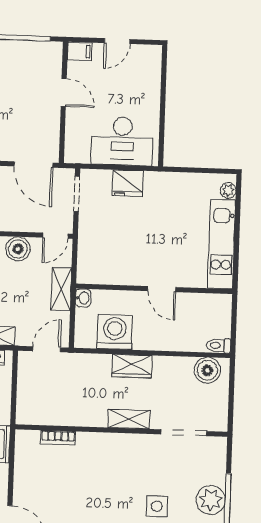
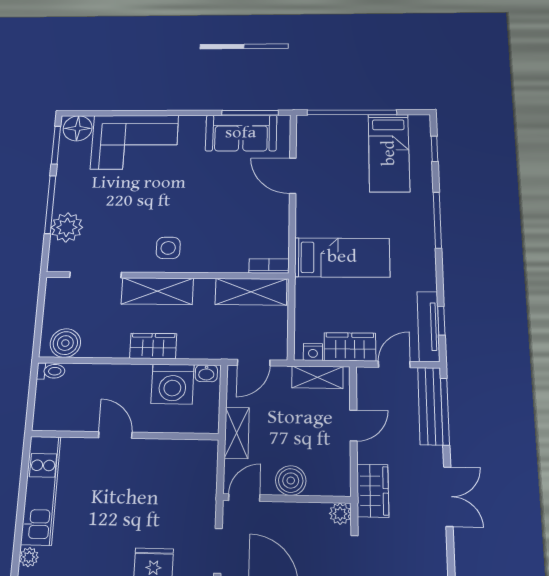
washbasin: (83, 298) -> (206, 373), moved, turned -90
shelving: (48, 413) -> (251, 292), added
shelving: (129, 419) -> (157, 291), width x1.50, depth x1.33
bookcase: (58, 438) -> (269, 266), moved
plant: (211, 500) -> (67, 227), moved
side table: (157, 506) -> (168, 248), moved

